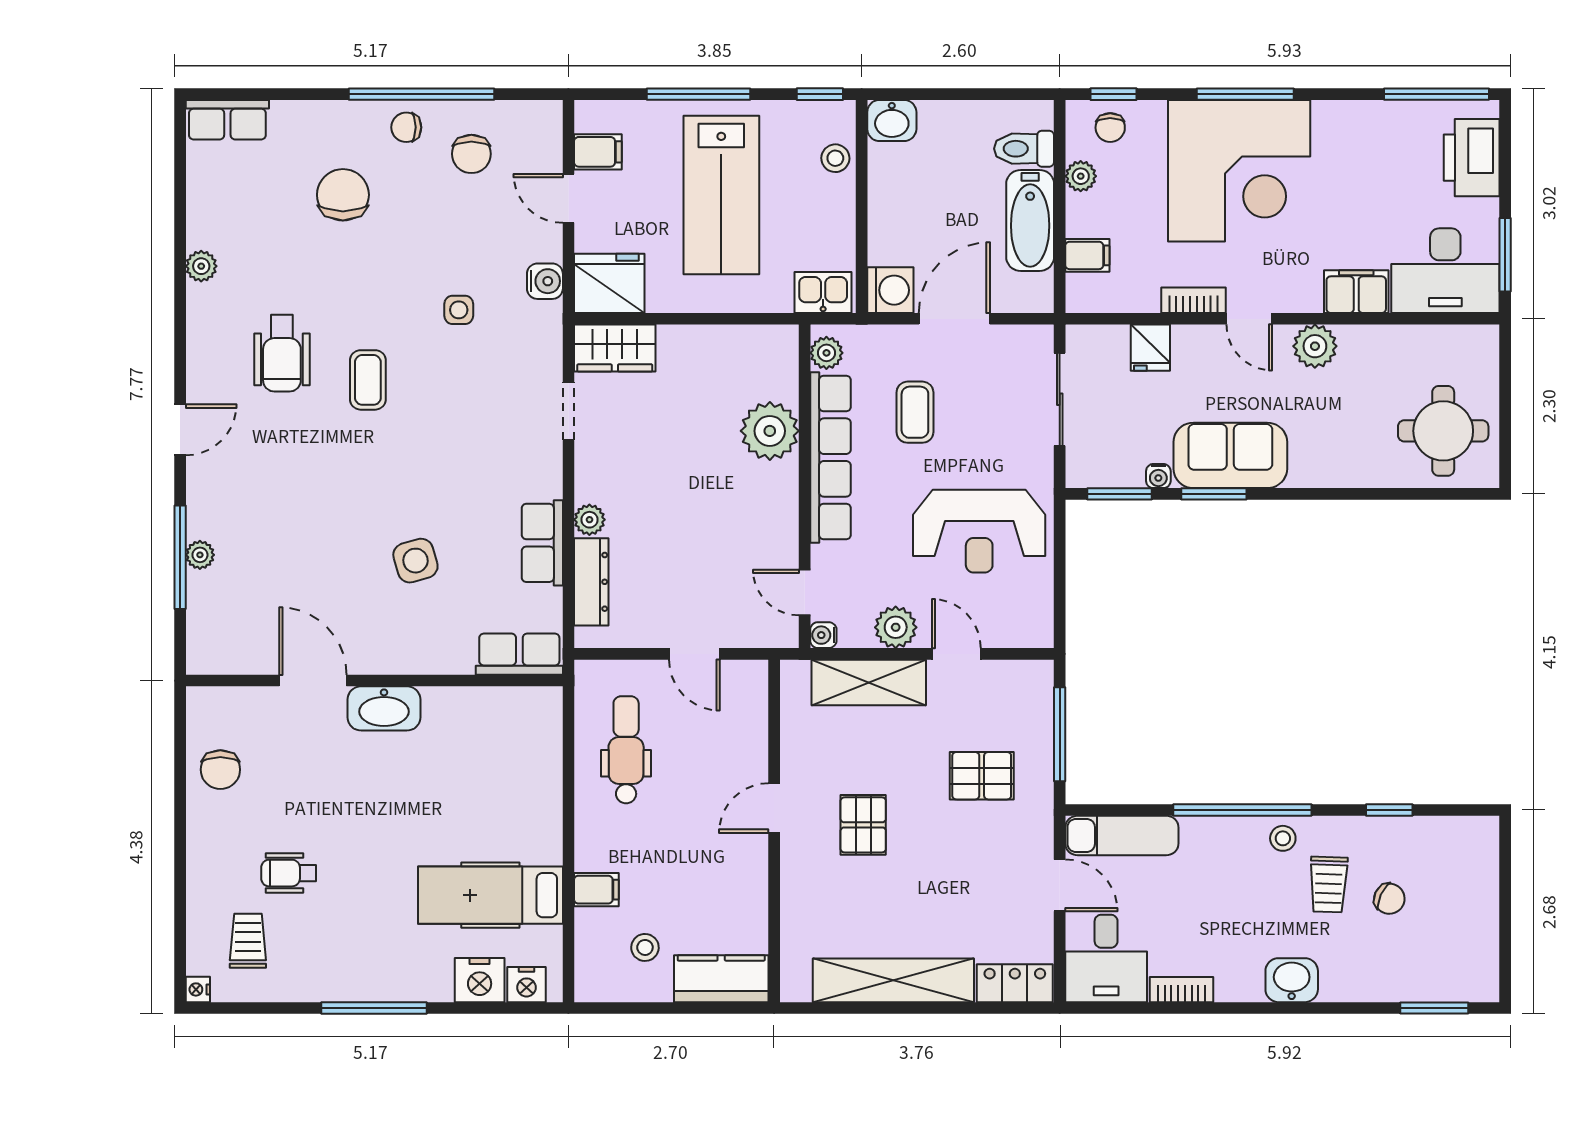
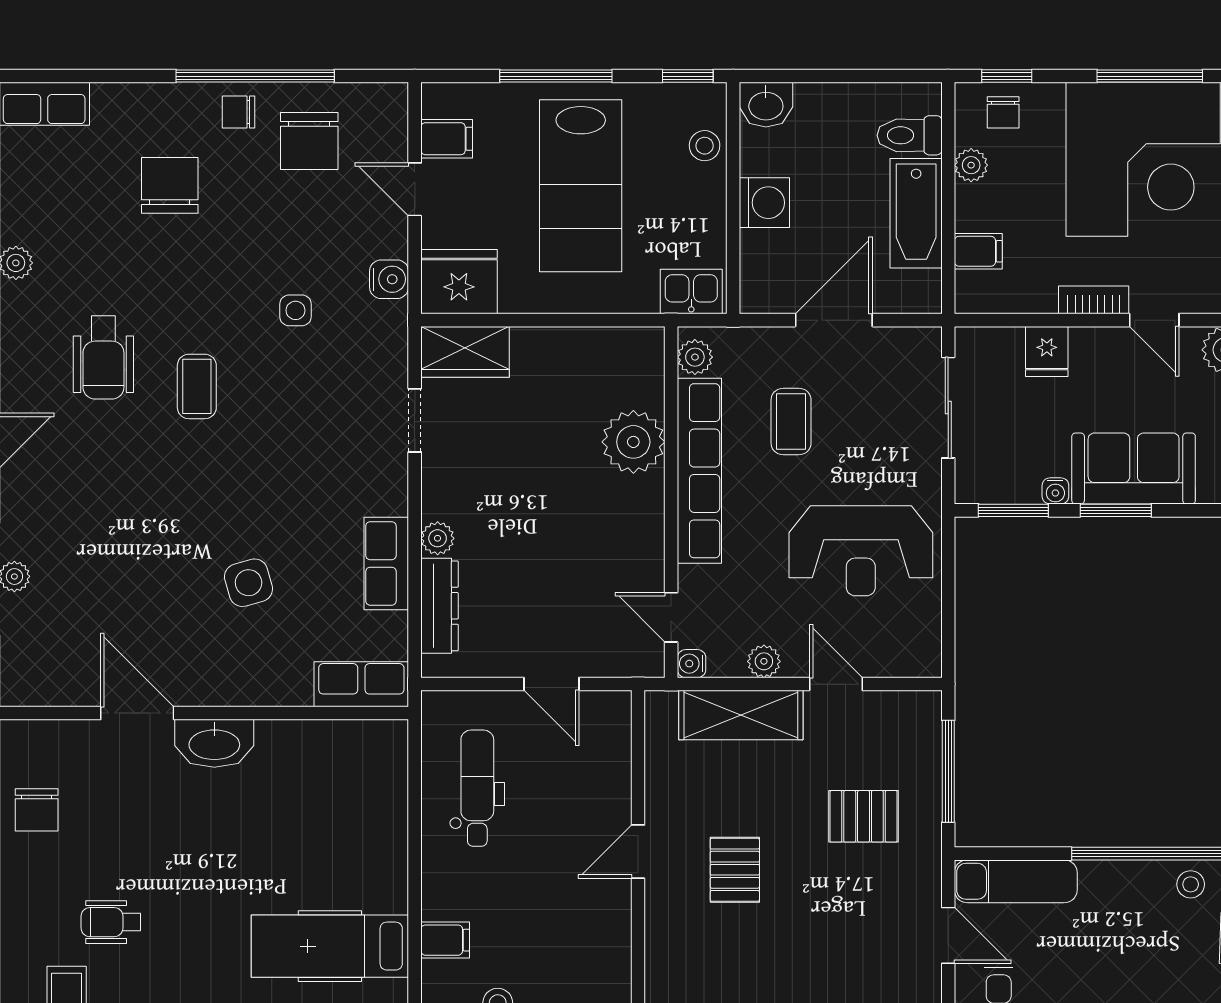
chair: (471, 154) -> (309, 141), width x1.37, depth x1.37
washing machine: (890, 290) -> (764, 203), moved
plant: (896, 627) -> (764, 661), width x0.73, depth x0.73

